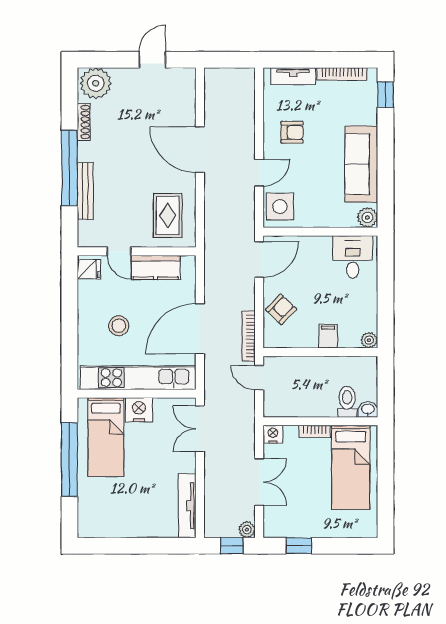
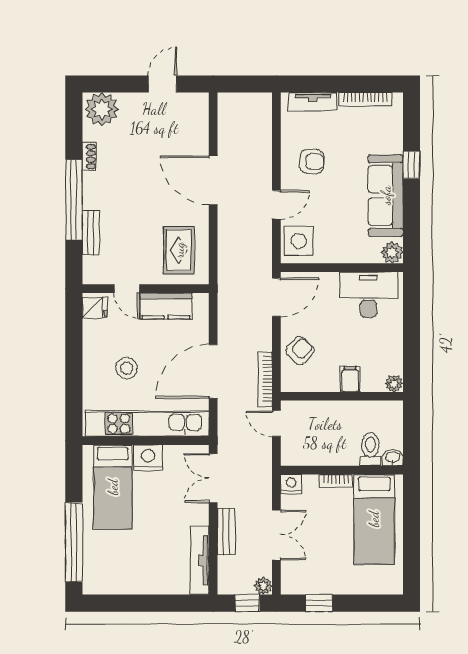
window: (386, 95) -> (411, 165), moved
shoe rack: (84, 122) -> (89, 157), width x0.70
bench: (85, 191) -> (91, 232), width x0.73
desk: (353, 257) -> (368, 295), width x1.37
window: (69, 460) -> (74, 542), moved
bench: (212, 479) -> (226, 532), added

